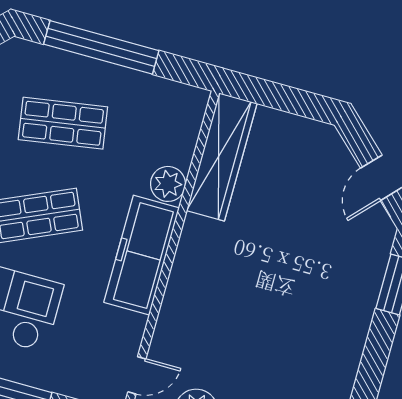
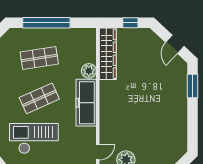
window: (293, 101) -> (130, 23), added

